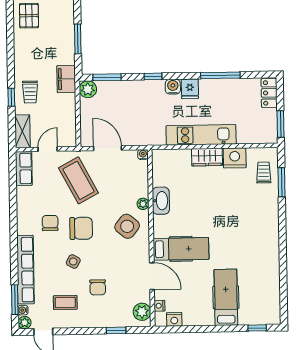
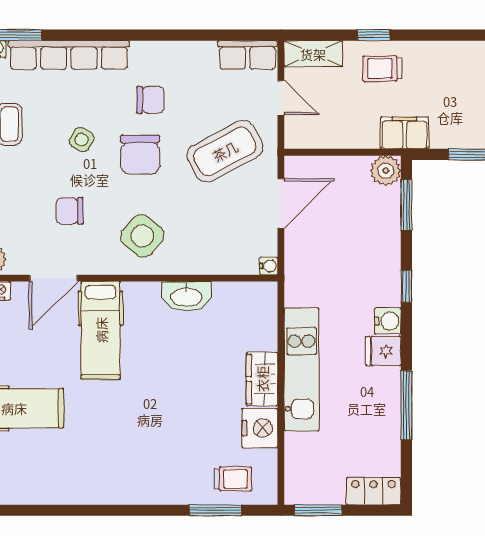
plant: (143, 204) -> (181, 265), removed
chair: (98, 287) -> (70, 211), moved

